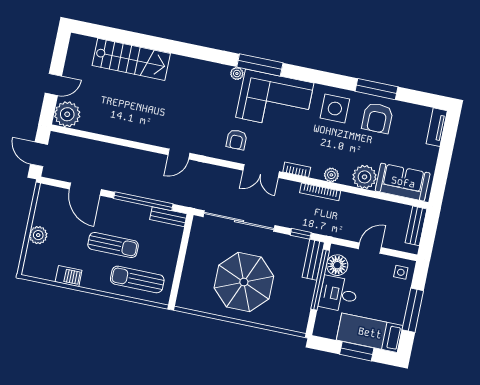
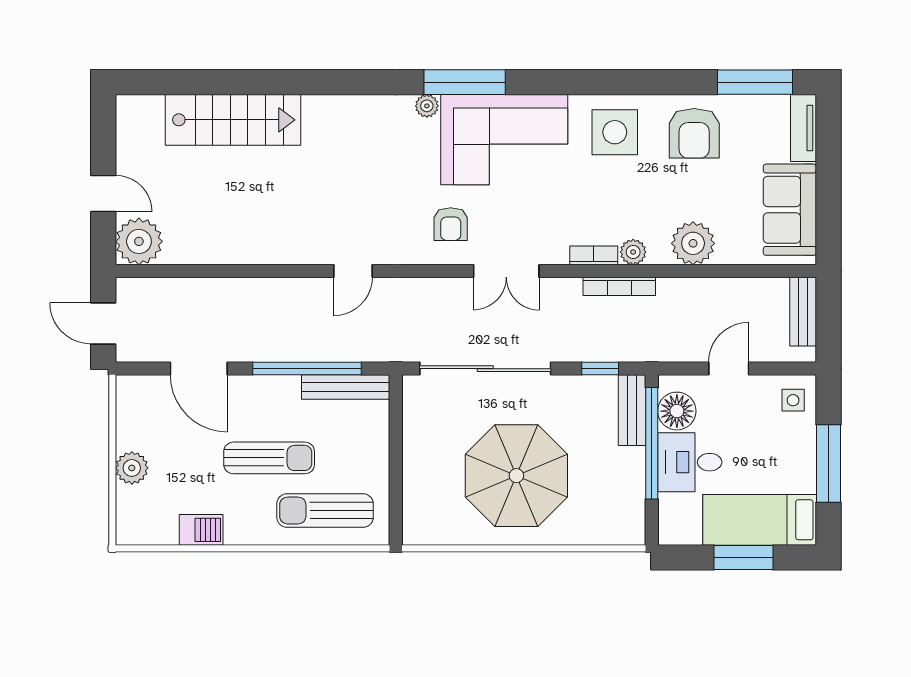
door: (53, 85) -> (103, 193), hinge flipped
window: (377, 89) -> (755, 82), moved
bookcase: (297, 170) -> (594, 255), moved
sofa: (403, 182) -> (790, 210), moved, turned -90
bench: (168, 217) -> (346, 387), width x1.36

